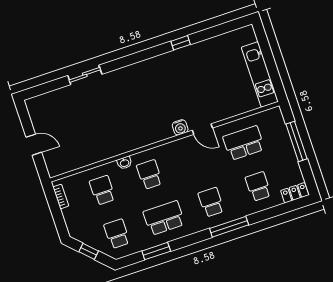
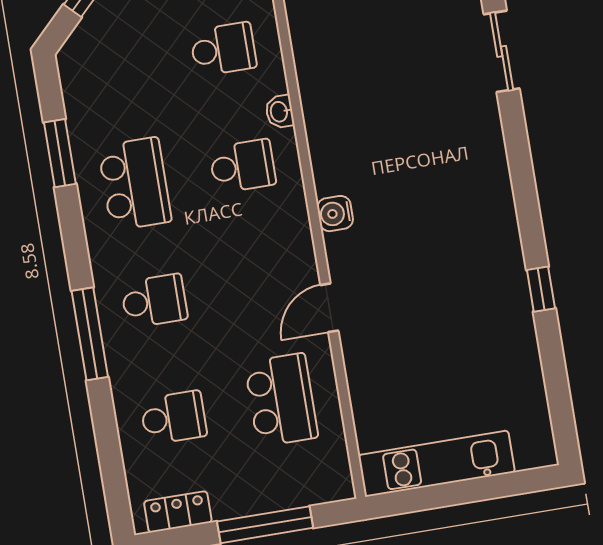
water cooler: (180, 127) -> (335, 214), moved
locker: (295, 193) -> (178, 512), moved, turned -90
school desk: (117, 234) -> (115, 67), removed

